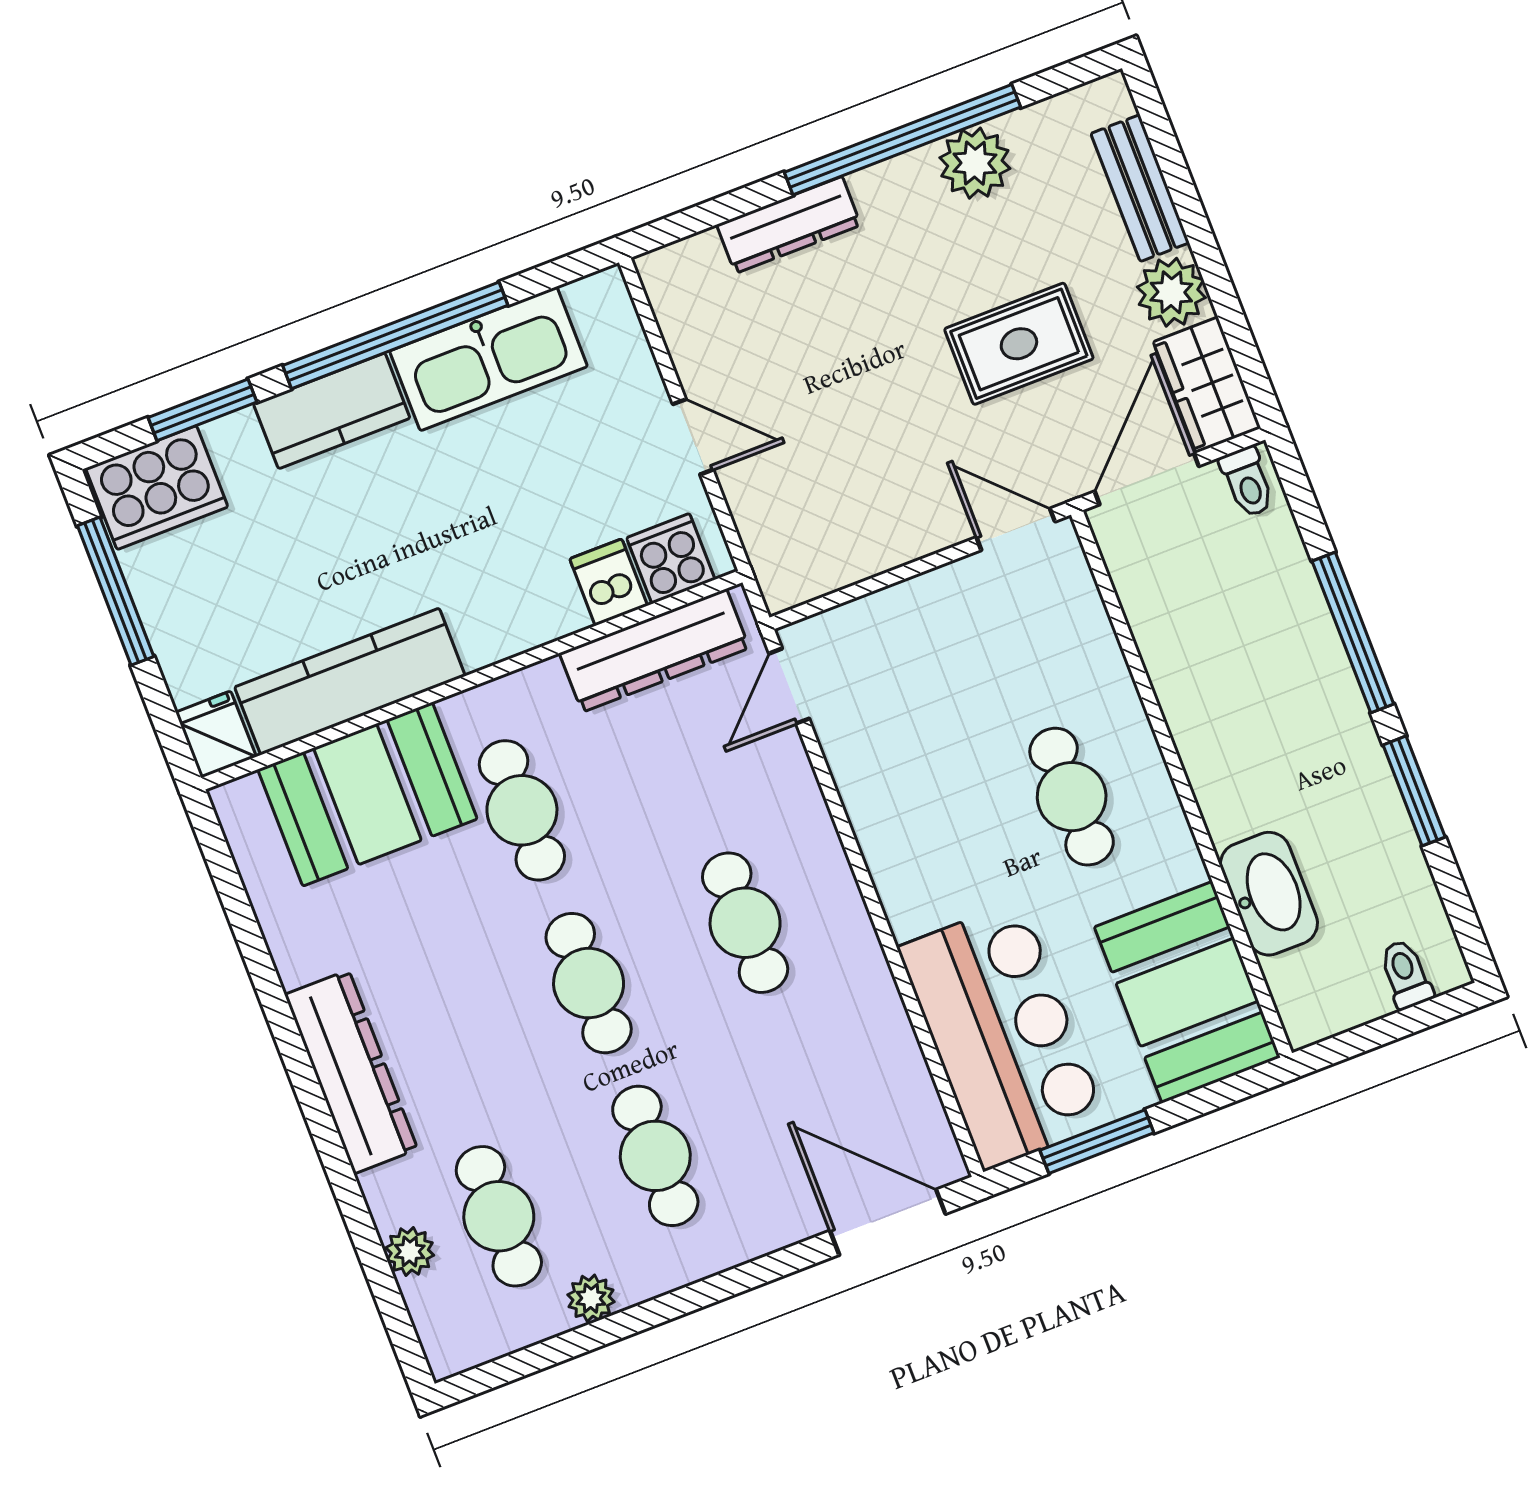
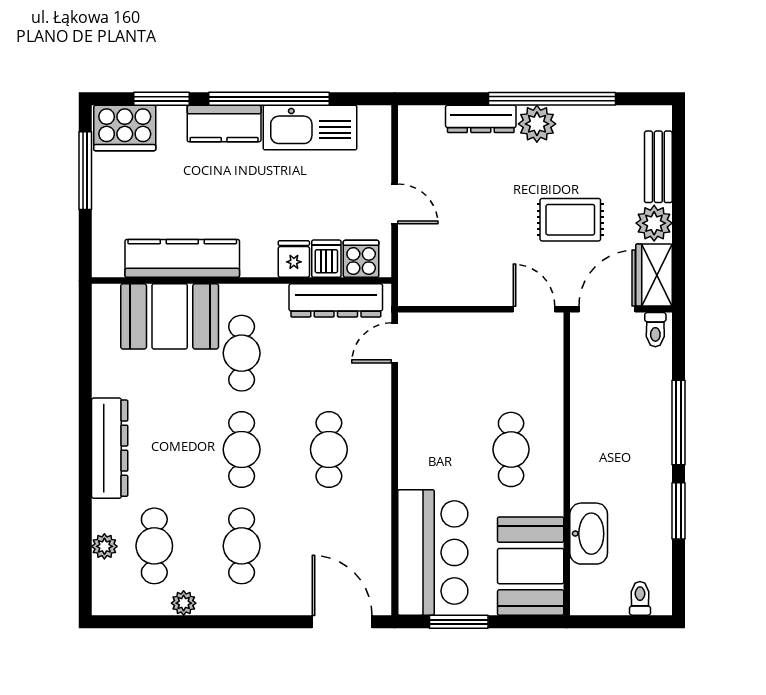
plant: (975, 163) -> (537, 124), moved
fridge: (216, 734) -> (294, 259), moved

